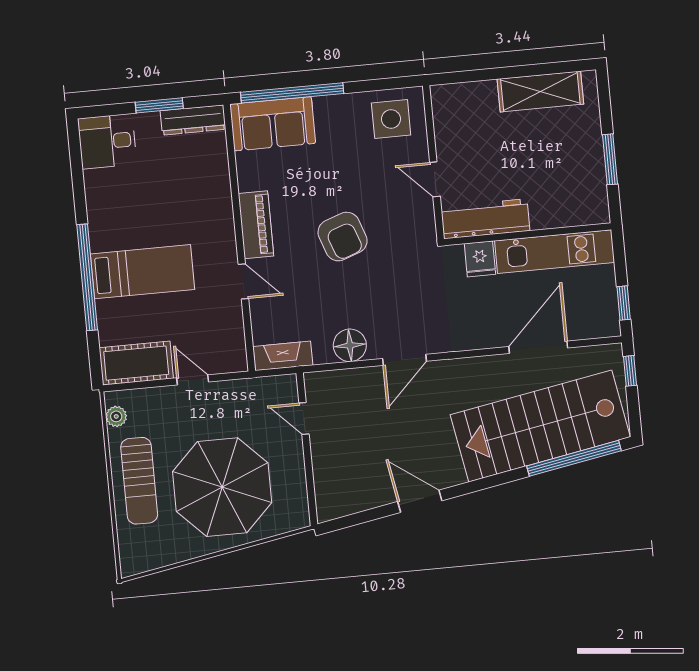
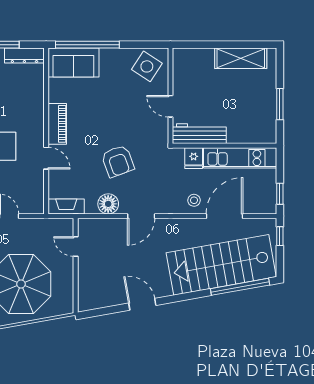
side table: (391, 119) -> (147, 66), turned 33
armchair: (343, 237) -> (118, 161), moved
stool: (487, 327) -> (194, 200), added

